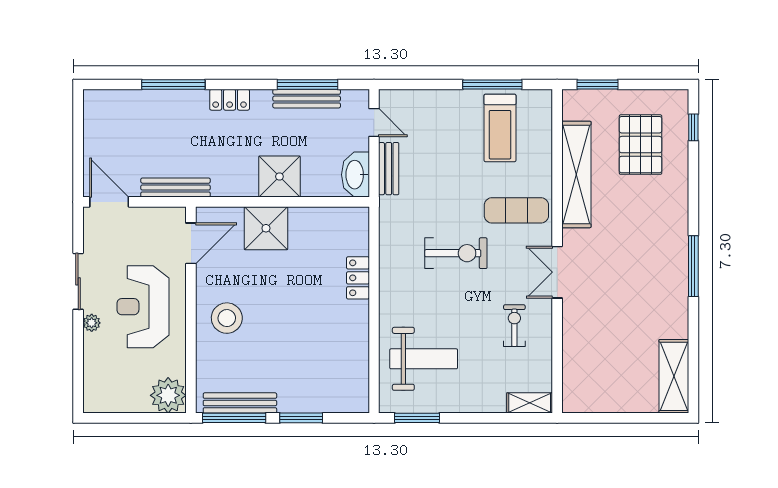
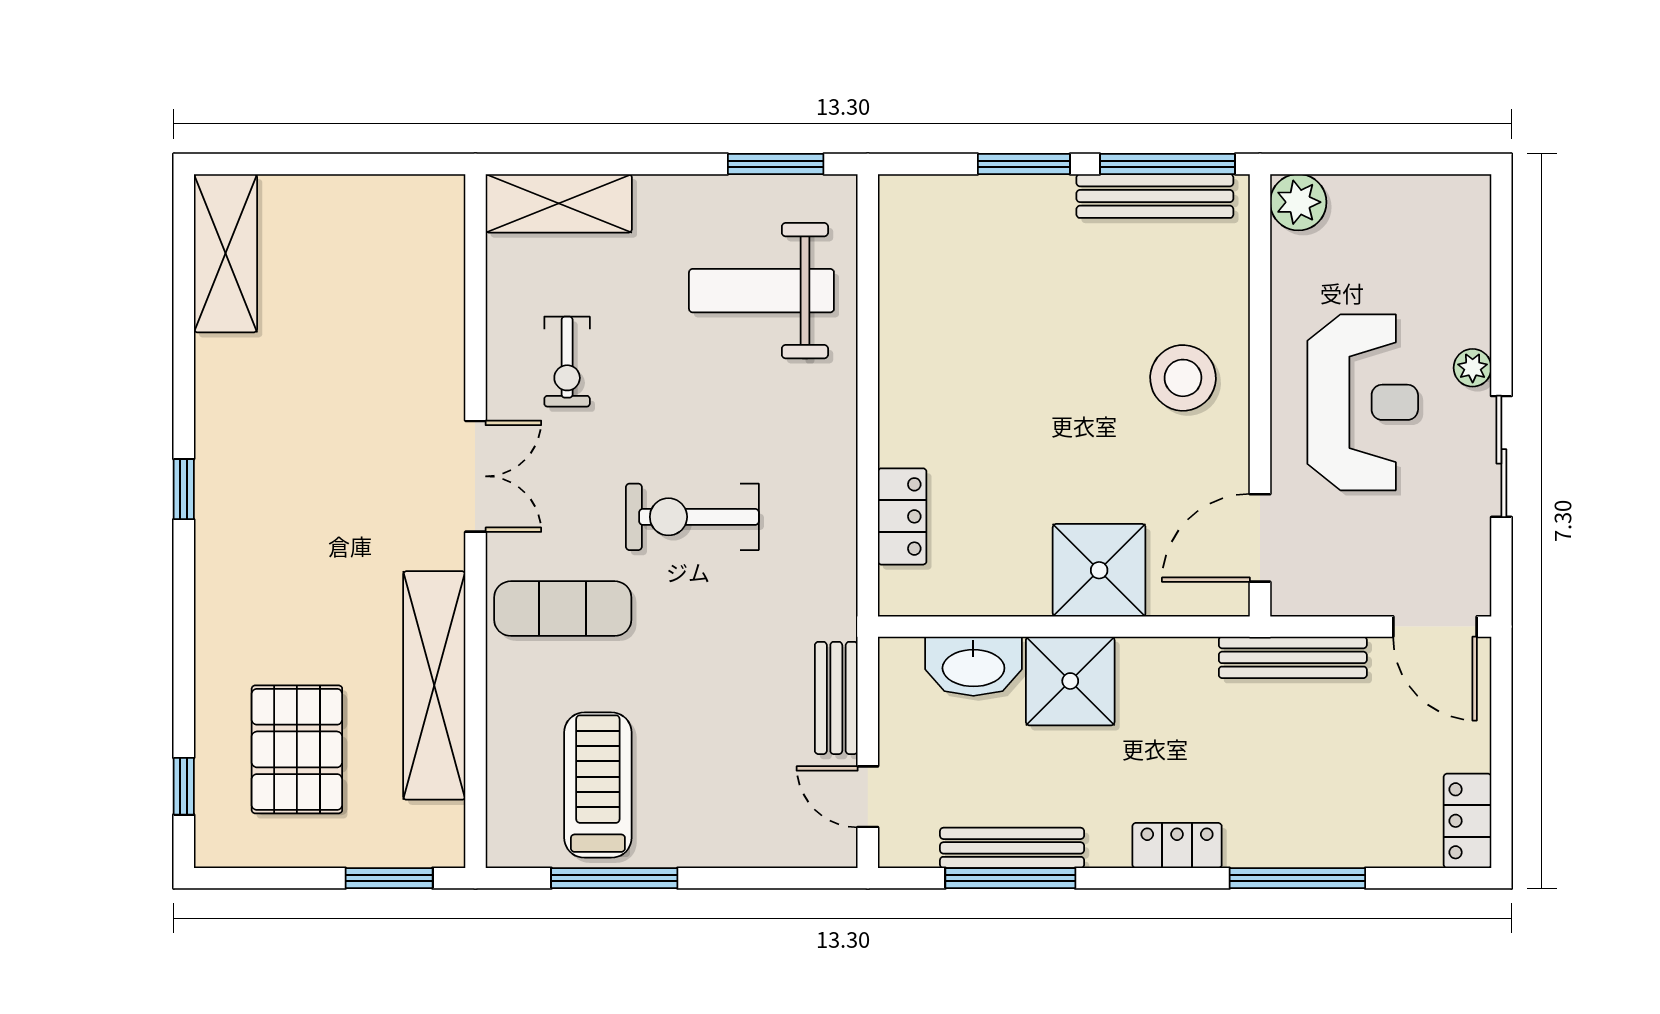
locker: (94, 111) -> (1468, 821), added
washbasin: (355, 175) -> (973, 666), moved, turned 90
window: (693, 266) -> (184, 489), width x0.46
locker: (358, 278) -> (902, 516), moved
plant: (168, 395) -> (1298, 202), width x0.73, depth x0.73
shelving: (530, 403) -> (559, 203), width x1.50, depth x1.33

